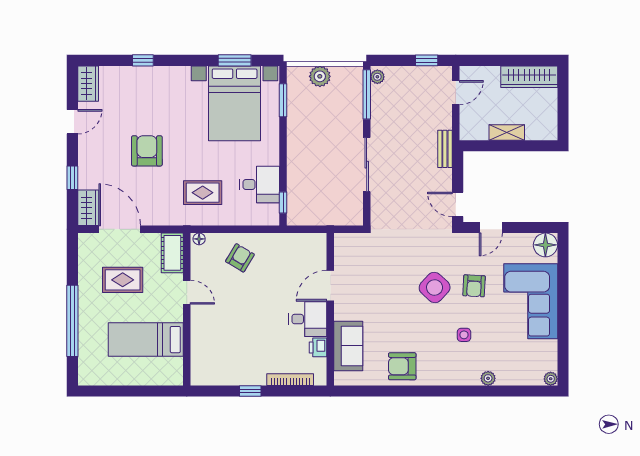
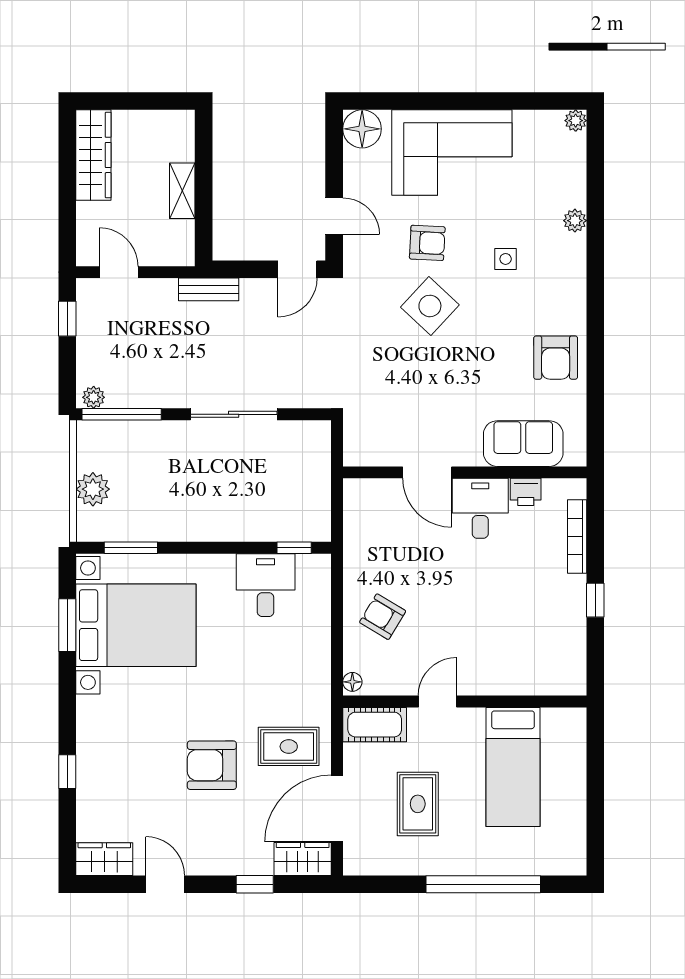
rug: (203, 193) -> (289, 746), moved, turned 90

